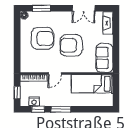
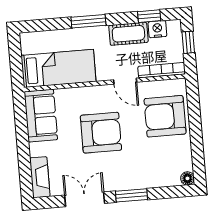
window: (41, 8) -> (132, 195), moved
armchair: (42, 38) -> (165, 116), moved
door: (55, 73) -> (125, 81), swing flipped
cot: (51, 100) -> (128, 34), added
window: (61, 109) -> (88, 21), moved

